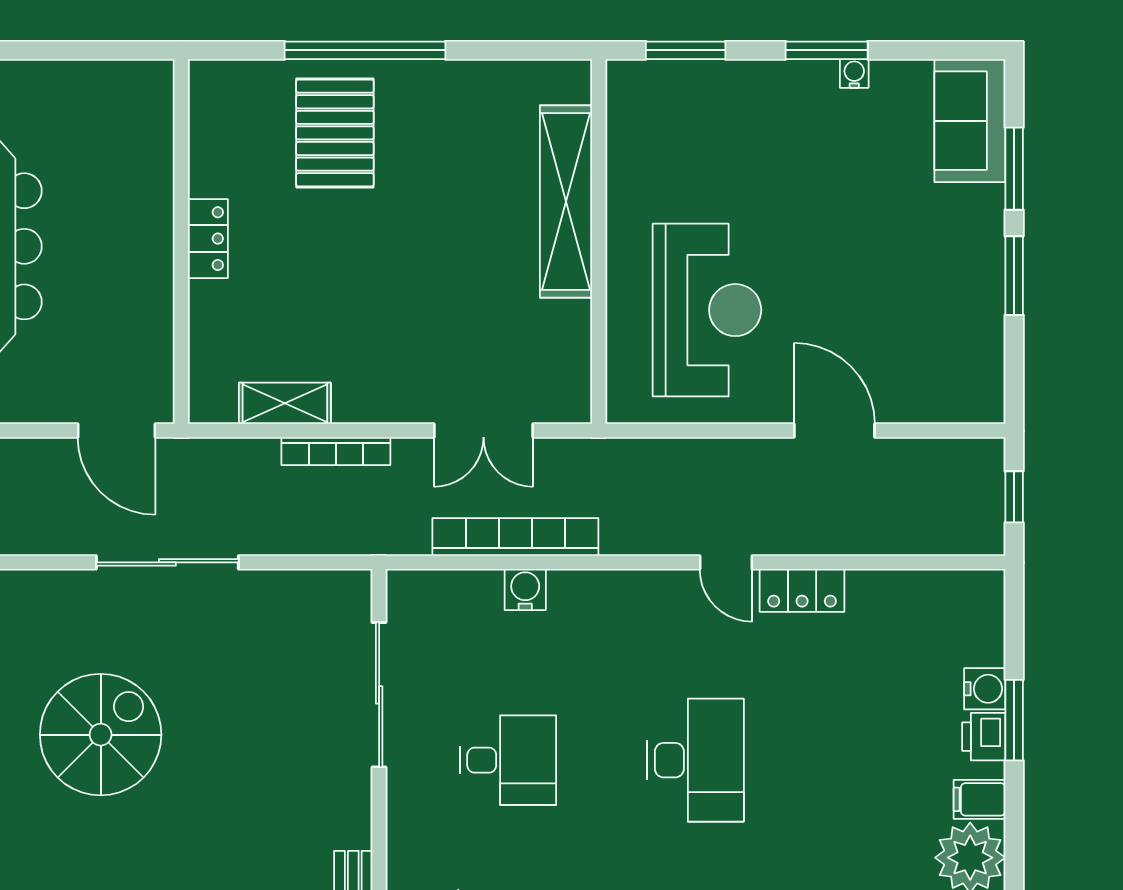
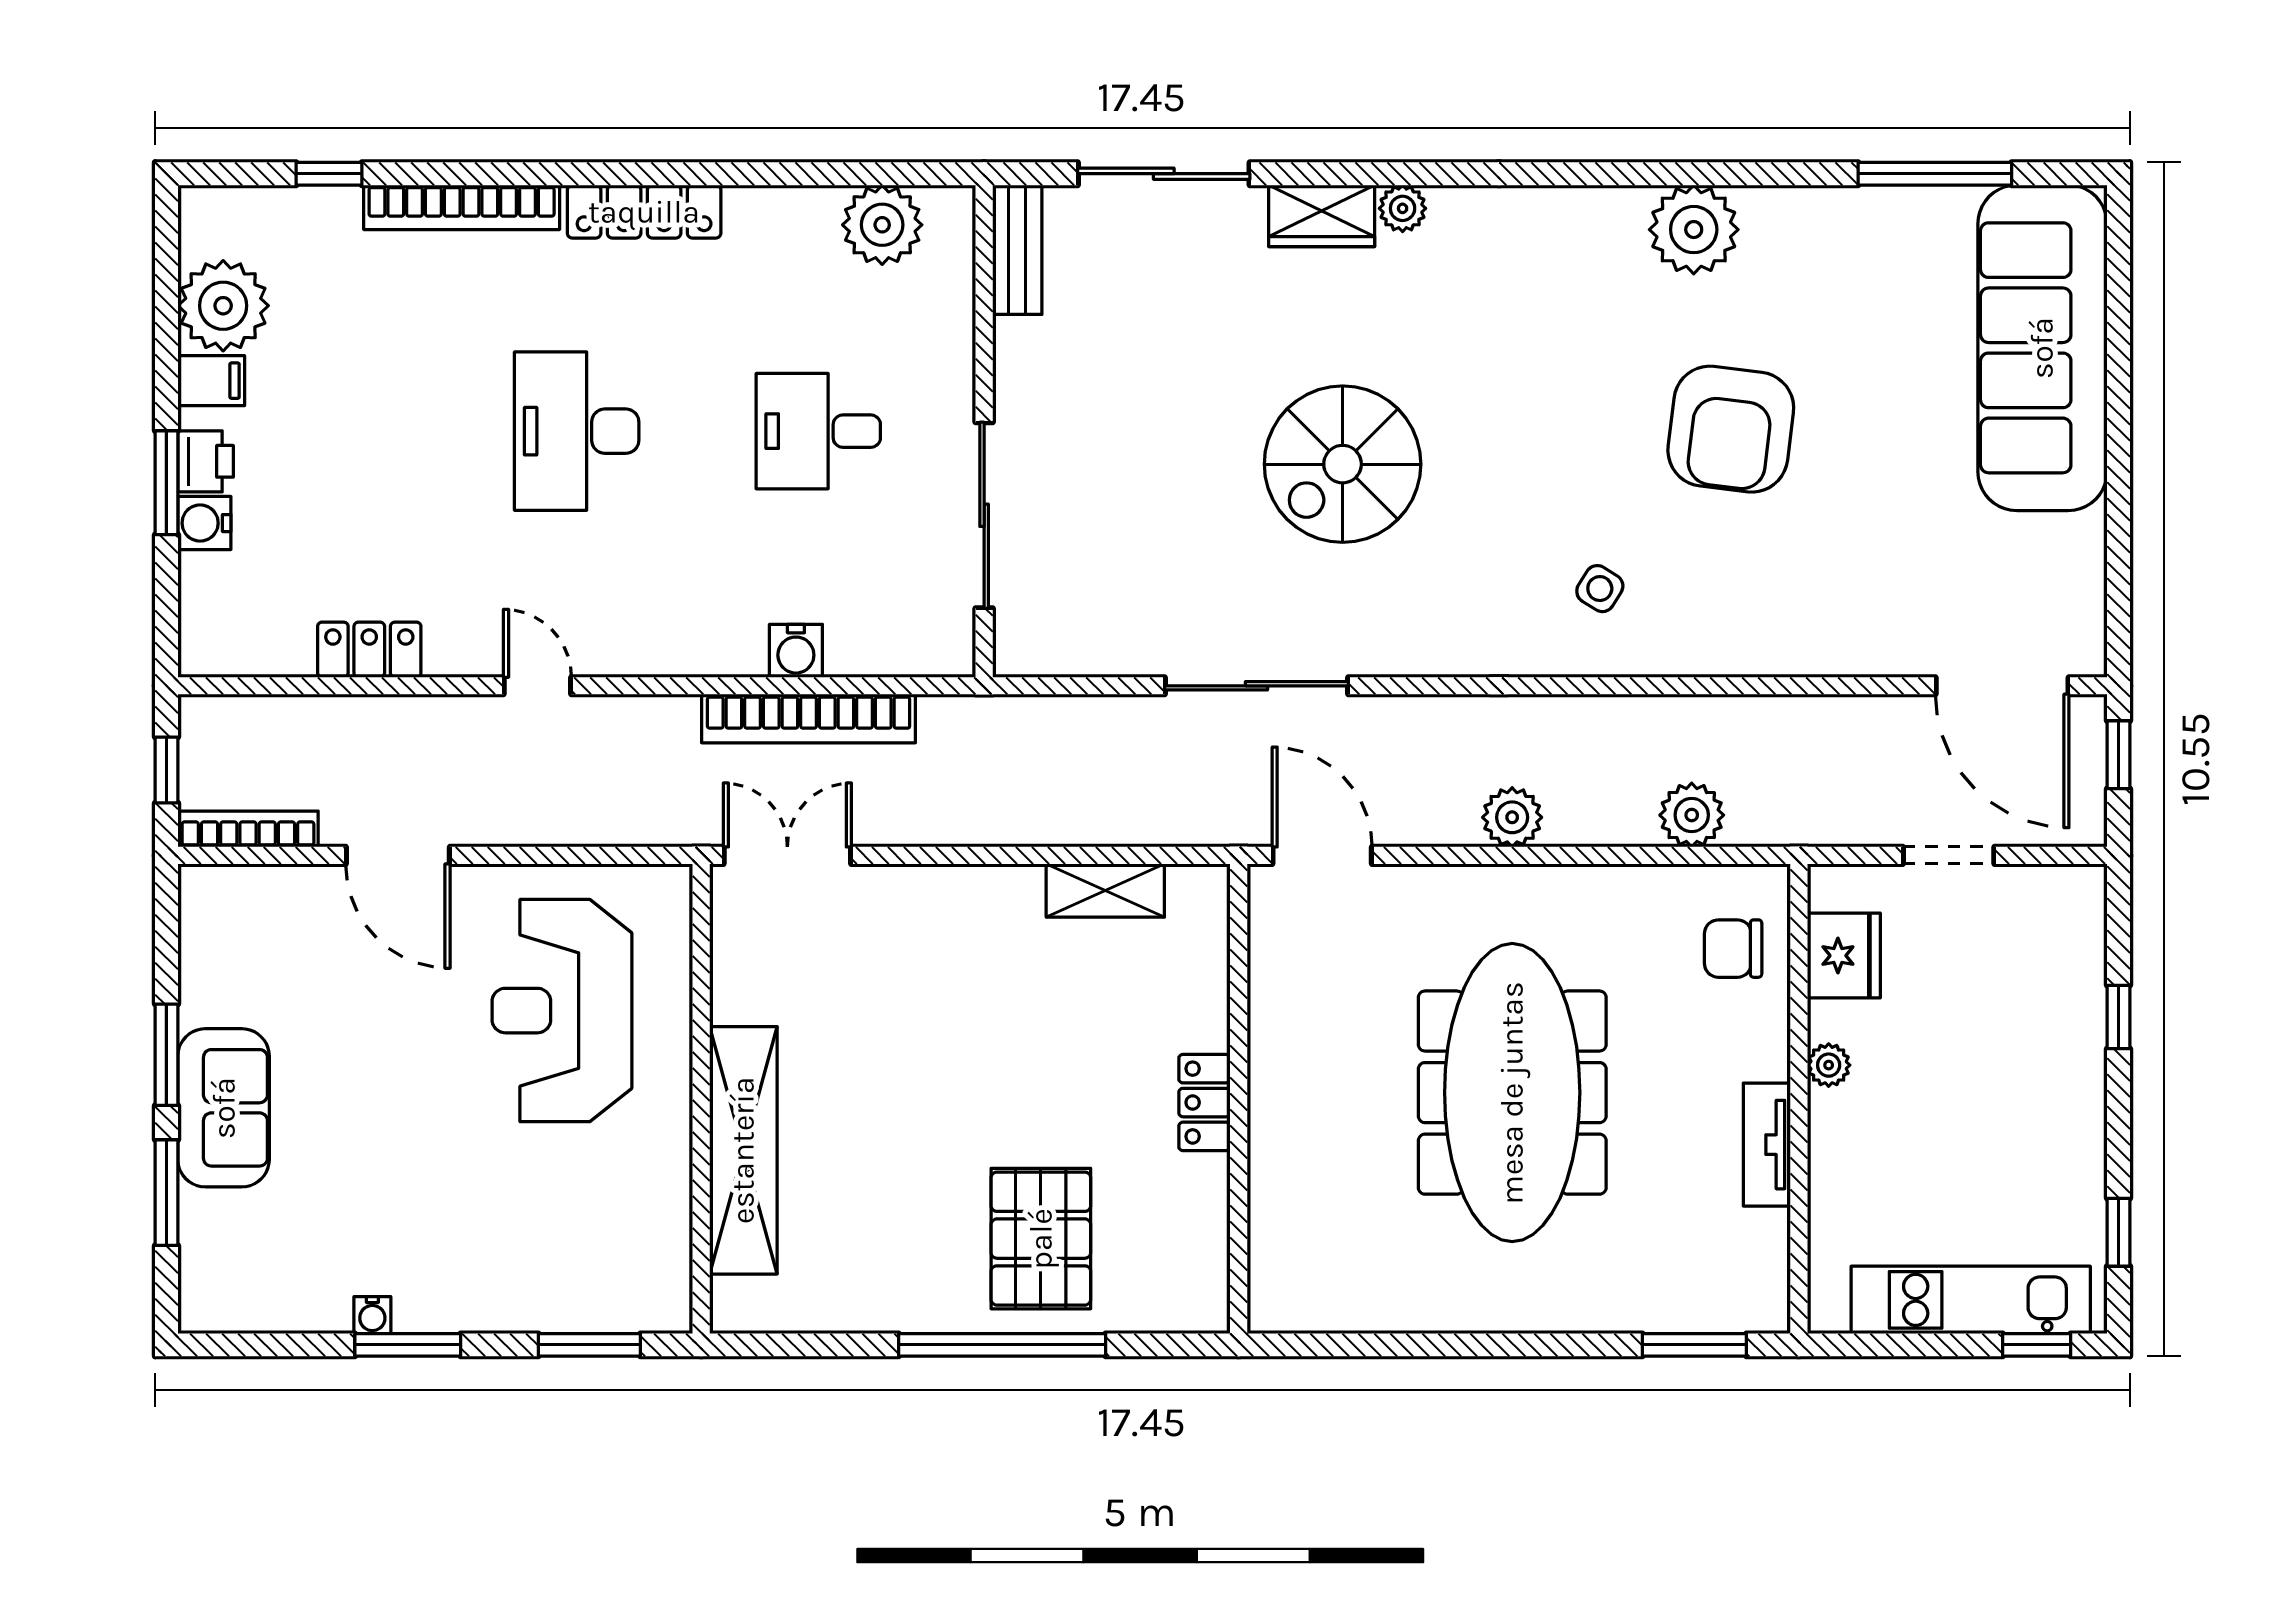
sofa: (970, 121) -> (224, 1108), moved
double door: (484, 431) -> (787, 855), moved
bookcase: (336, 451) -> (248, 829), moved
locker: (802, 590) -> (369, 650), moved

